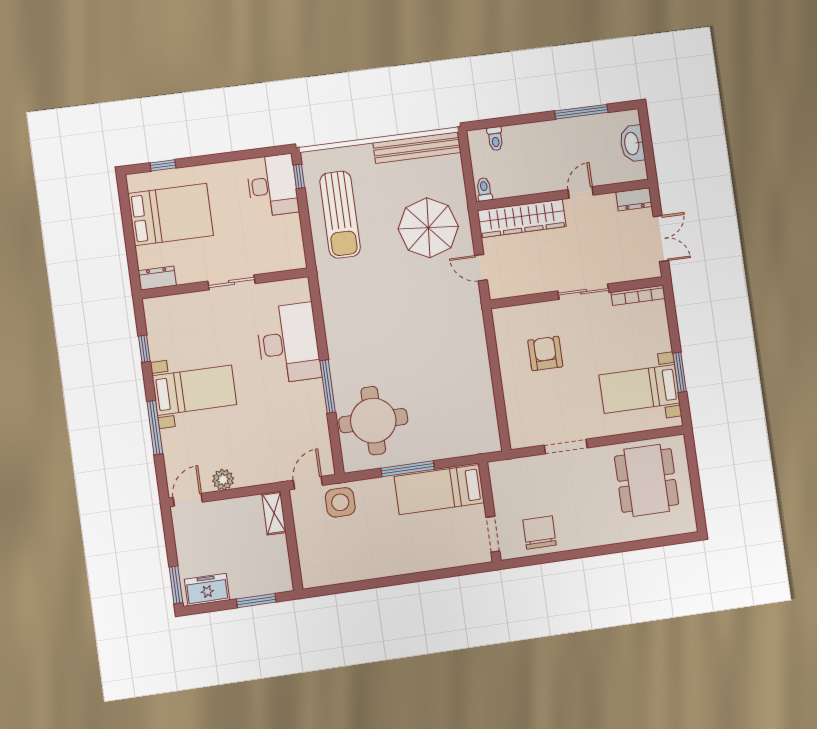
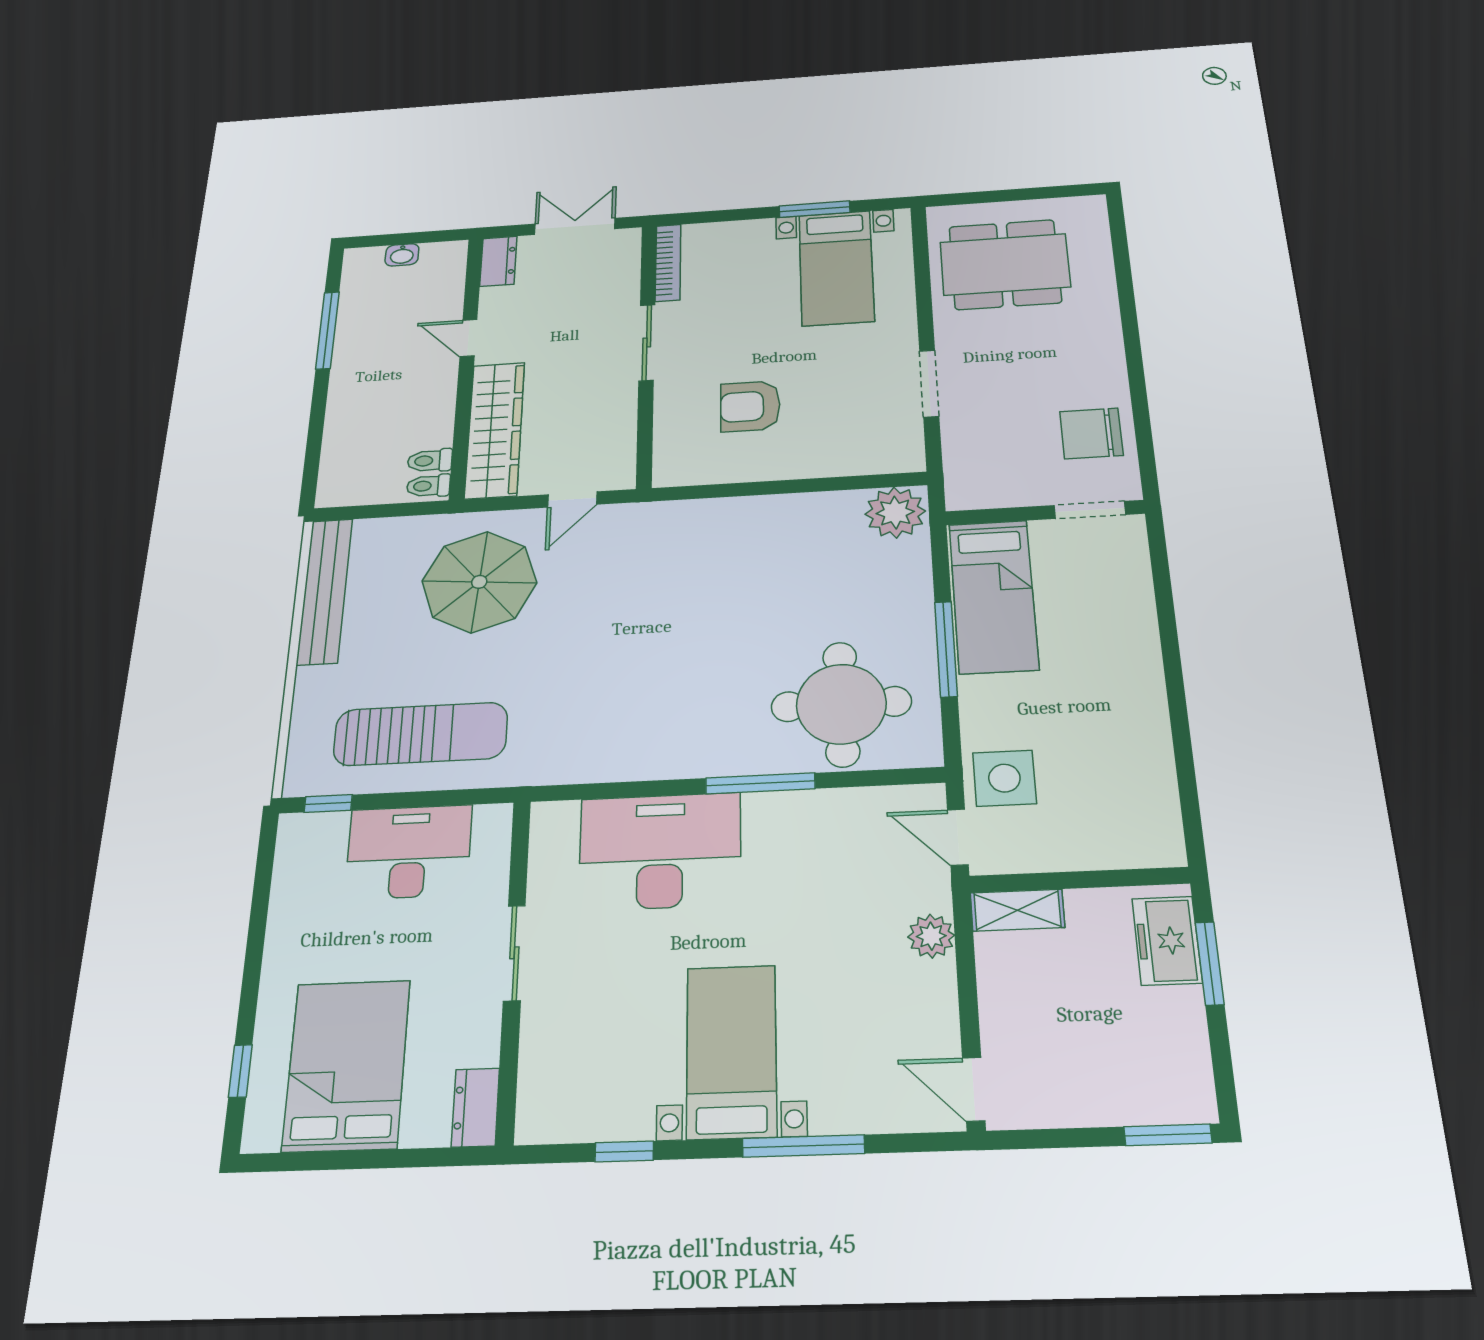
toilet: (495, 139) -> (430, 461), moved, turned 180
washbasin: (632, 143) -> (402, 255), width x0.52, depth x0.69
desk: (272, 185) -> (409, 852), moved
plant: (485, 436) -> (895, 513), added
plant: (223, 480) -> (931, 936), moved
freezer: (207, 590) -> (1167, 941), moved

